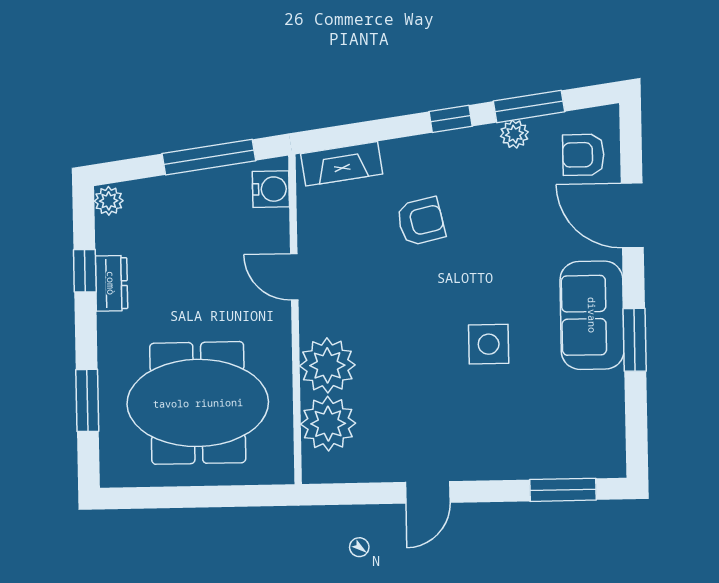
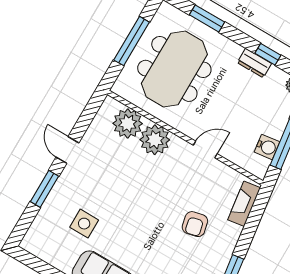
water cooler: (271, 189) -> (267, 147), moved, turned -98
side table: (489, 344) -> (84, 224), moved
window: (563, 490) -> (45, 189), moved
window: (195, 497) -> (132, 41), added

